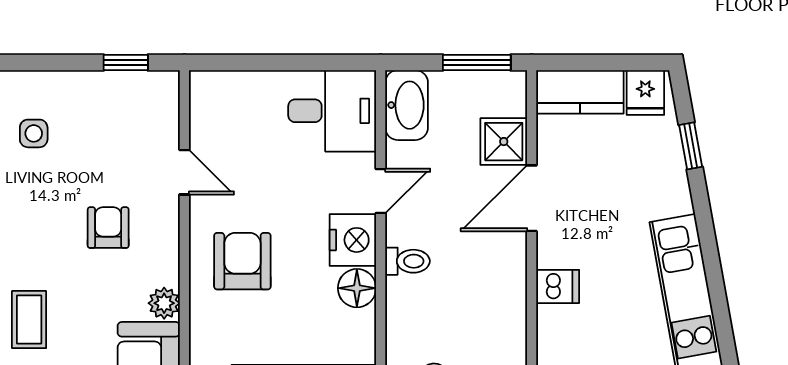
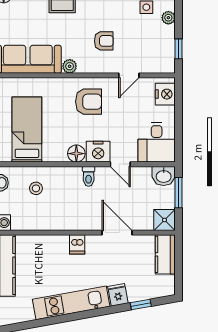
window: (477, 63) -> (178, 193), moved
plant: (57, 85) -> (168, 18), added
nightstand: (226, 92) -> (165, 94), added
fridge: (645, 93) -> (118, 295), moved, turned 80
washbasin: (407, 105) -> (164, 176), width x0.72
shower: (504, 142) -> (164, 220), moved

